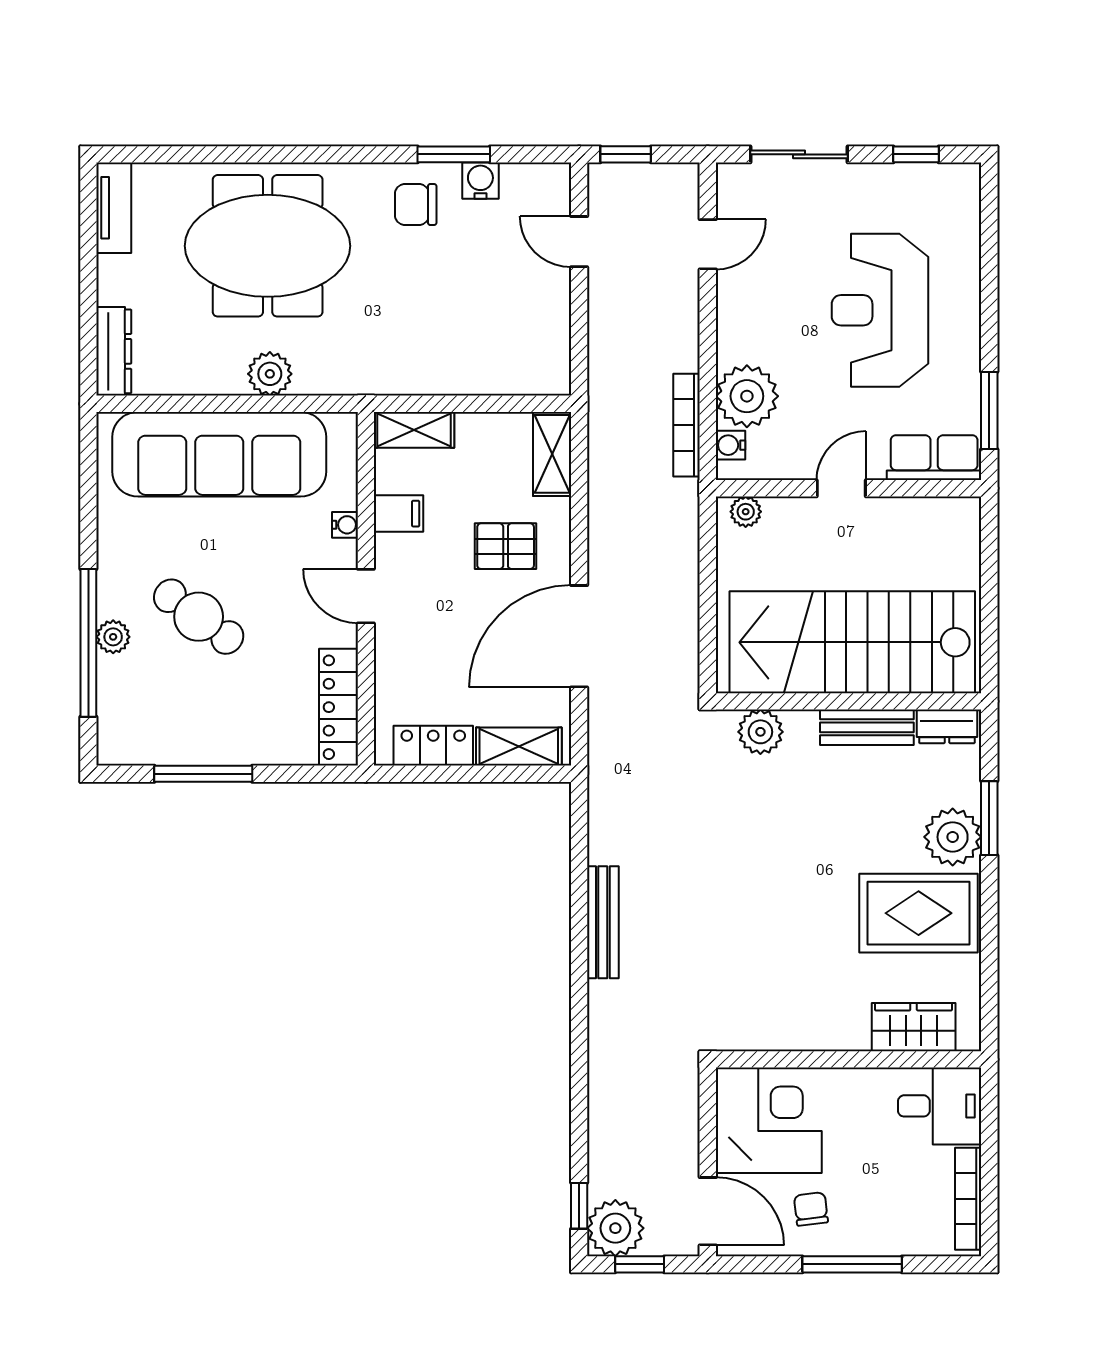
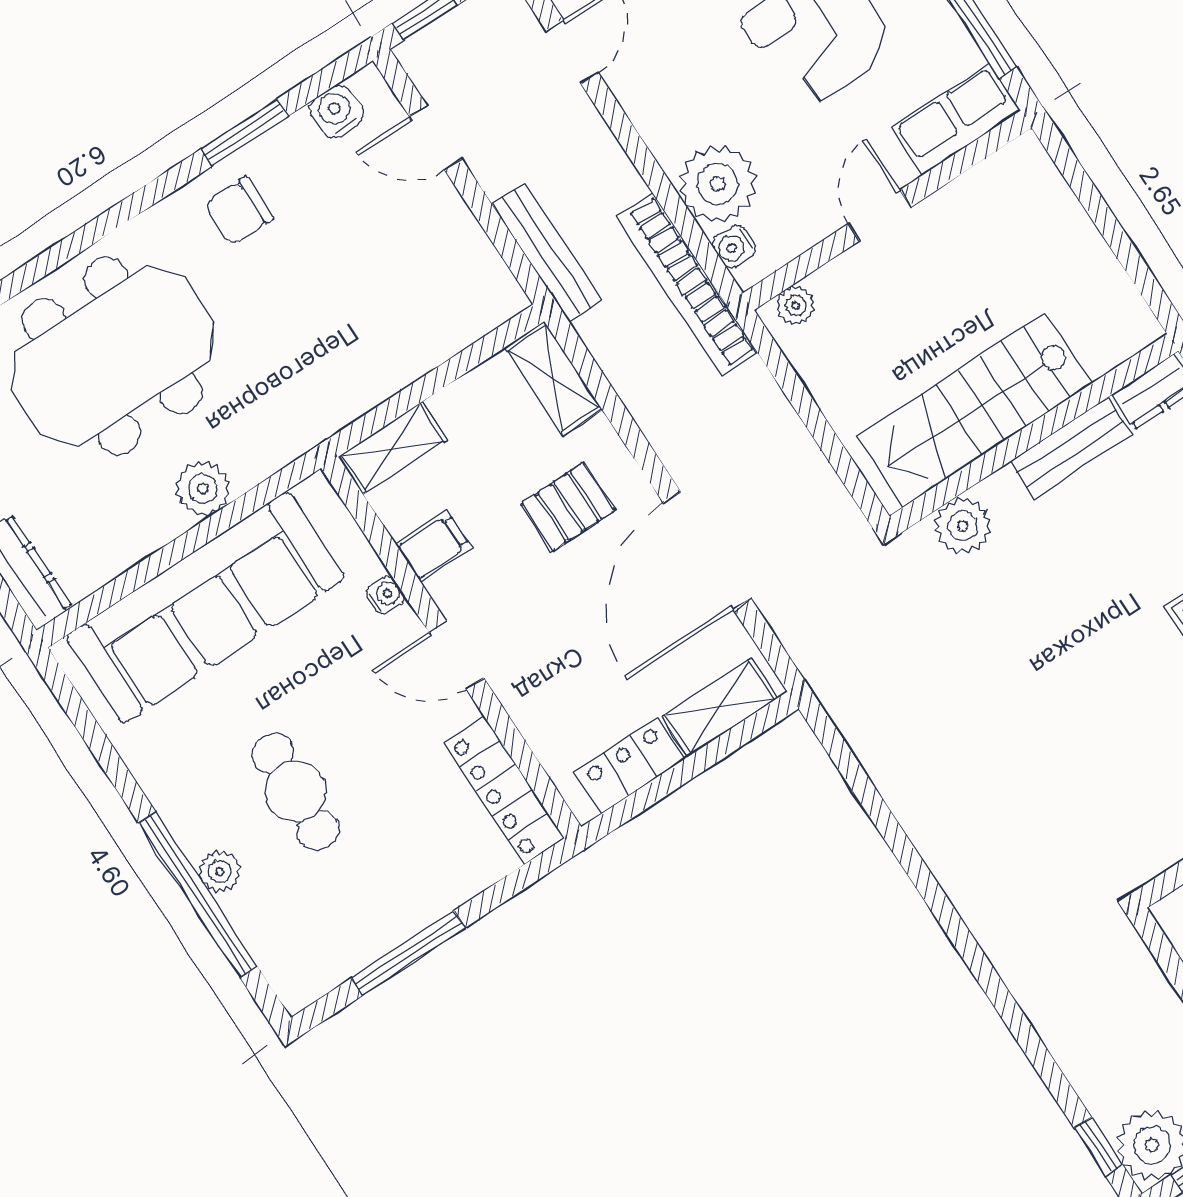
water cooler: (480, 181) -> (336, 111), moved
bookcase: (687, 425) -> (687, 285), width x1.48, depth x1.31
cafe table: (199, 617) -> (295, 792), turned 57
stairs: (852, 642) -> (975, 410), width x0.73, depth x0.66
bench: (603, 922) -> (547, 252), moved

